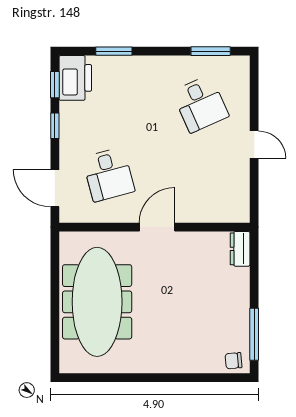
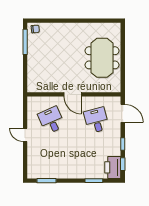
desk: (200, 104) -> (51, 120), moved
door: (157, 227) -> (73, 94), hinge flipped
dresser: (240, 249) -> (32, 84), removed
meeting table: (97, 302) -> (102, 58), width x0.73

